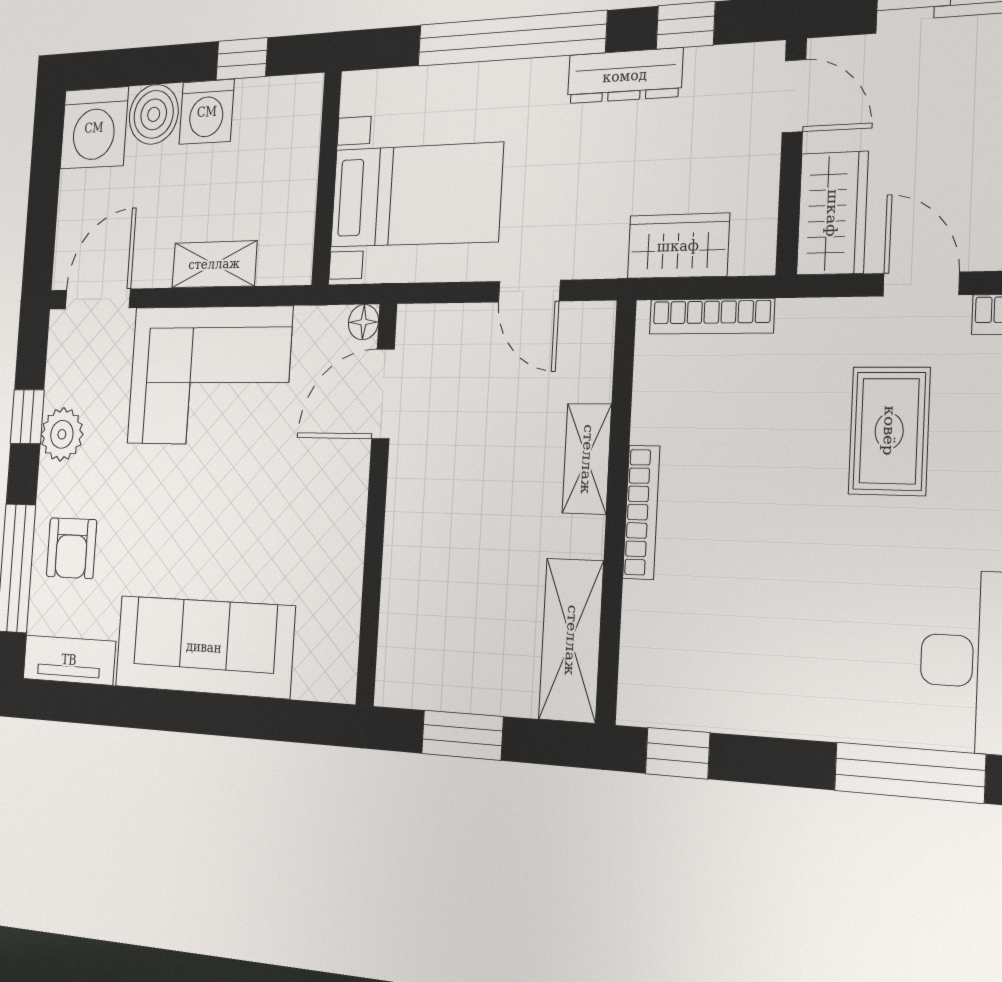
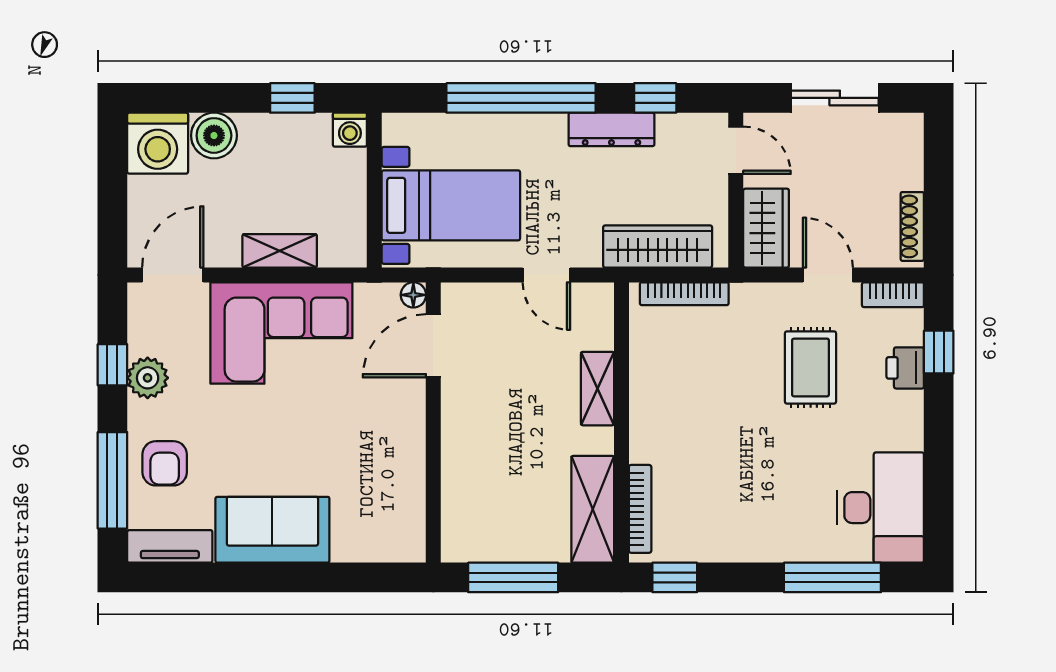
washing machine: (207, 112) -> (350, 130), moved, width x0.73, depth x0.73
wardrobe: (678, 246) -> (658, 247), width x1.50
bookcase: (641, 512) -> (640, 509), moved
sofa: (204, 647) -> (272, 530), width x0.73
window: (462, 735) -> (513, 577), width x1.44

